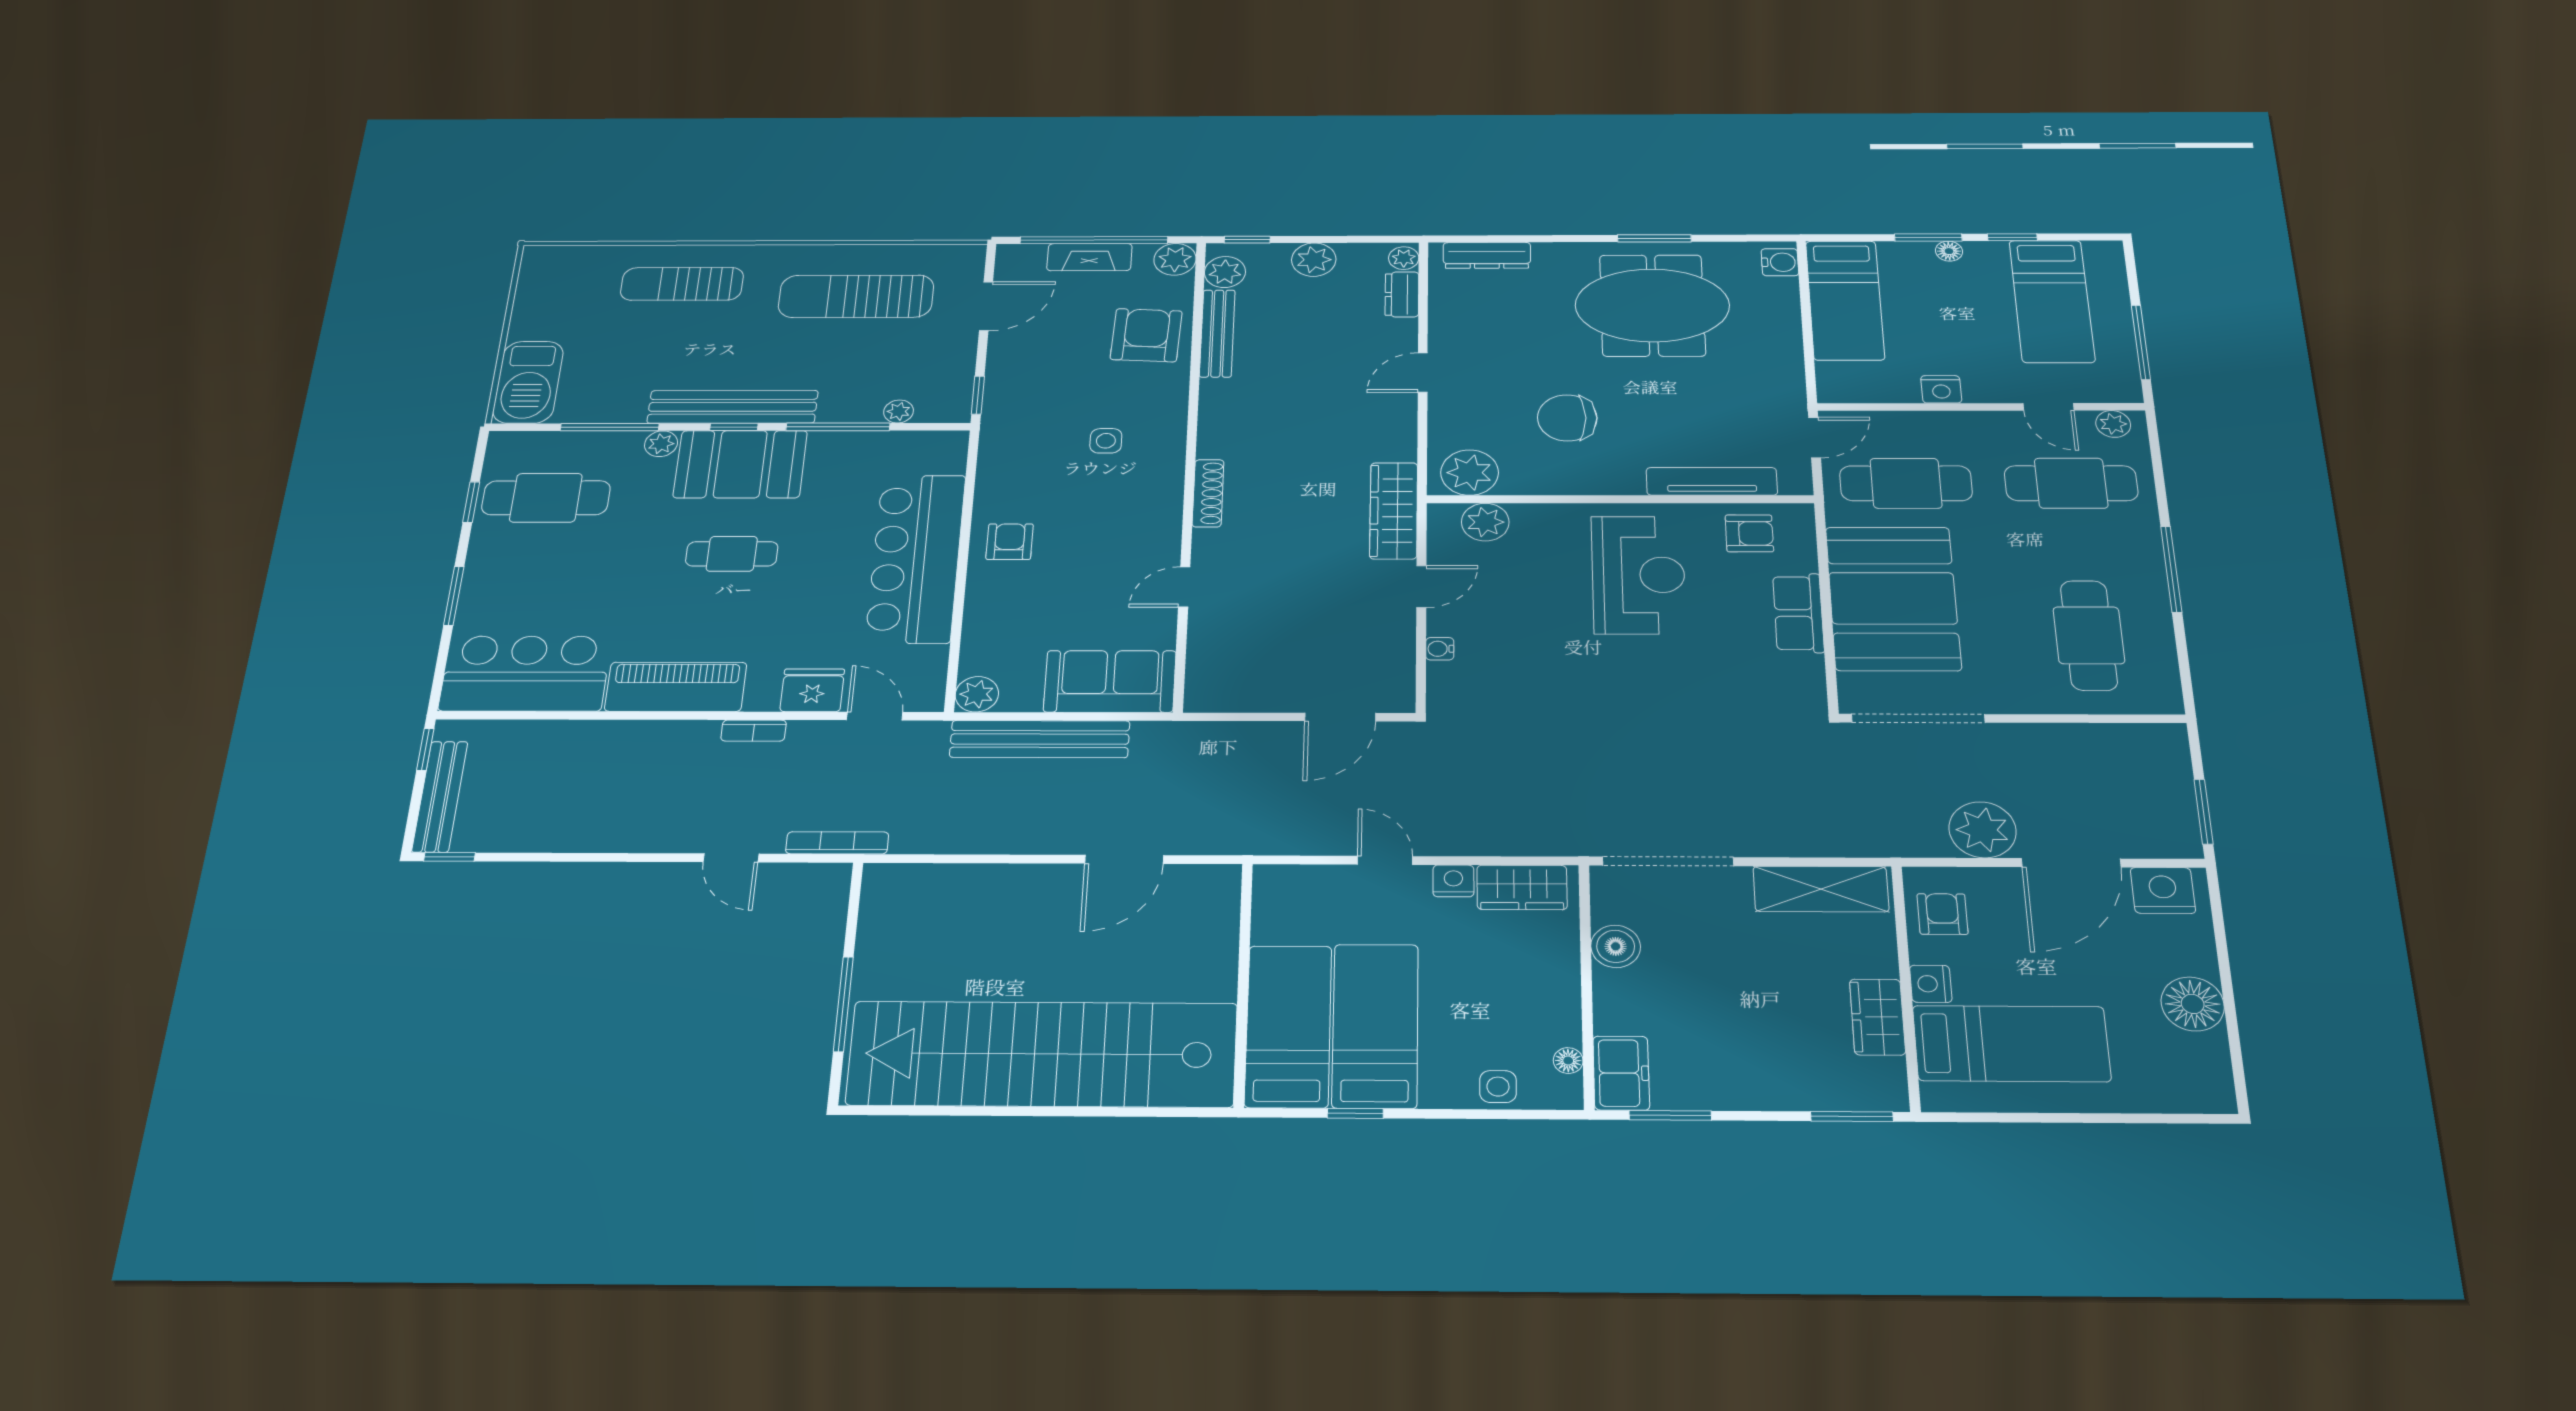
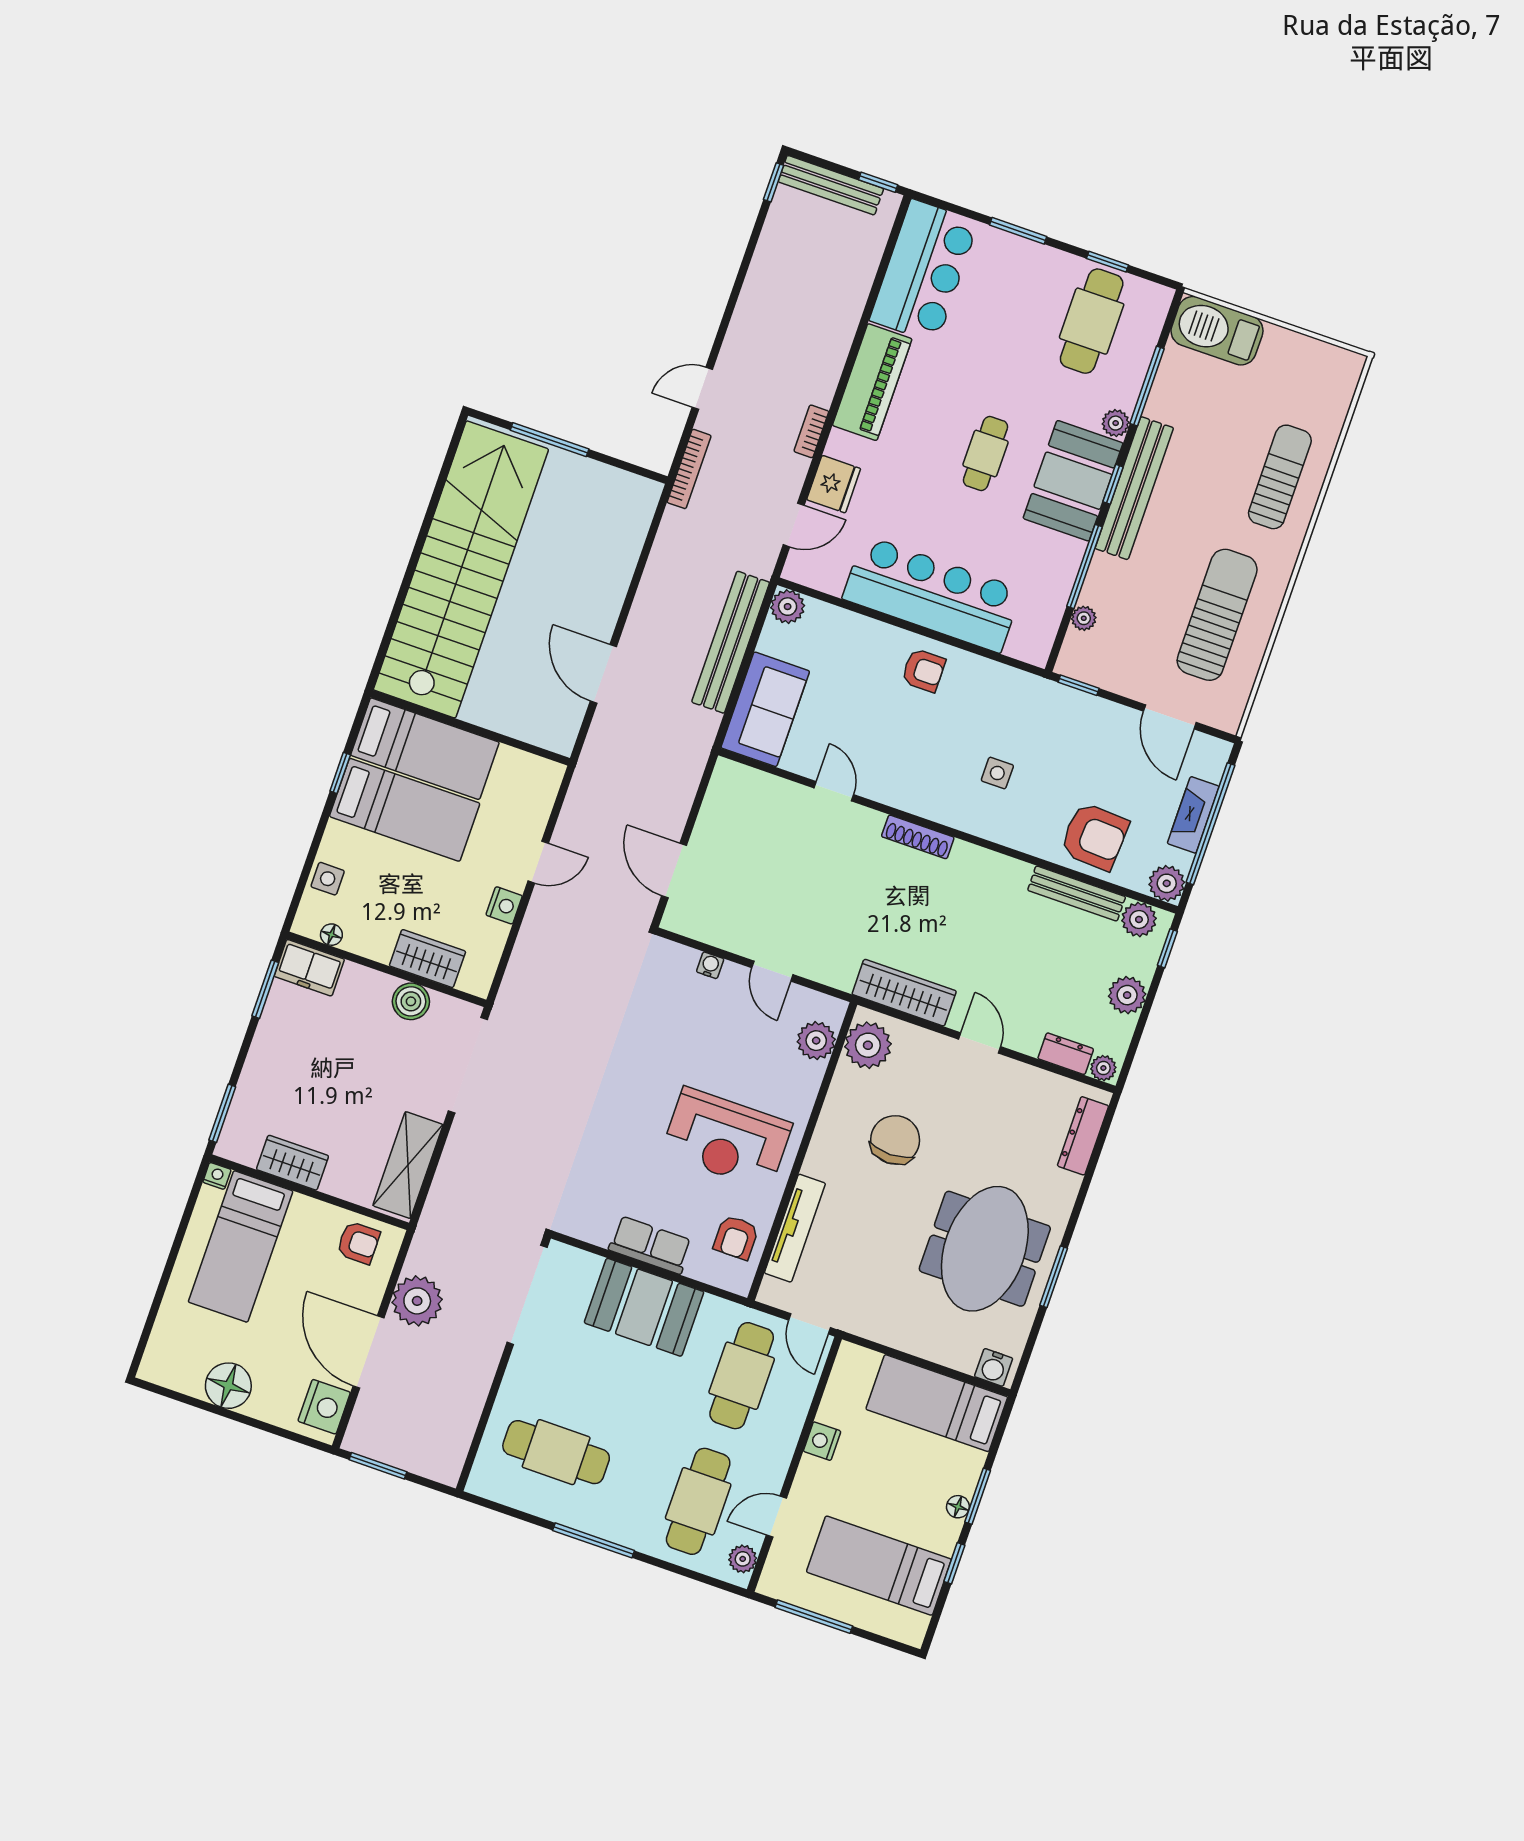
wardrobe: (1394, 511) -> (904, 993), moved
booth: (1893, 598) -> (644, 1307), width x0.73, depth x0.70
wardrobe: (1522, 887) -> (428, 959), moved, turned 90
nightstand: (1931, 984) -> (217, 1176), moved, width x0.72, depth x0.74

